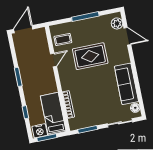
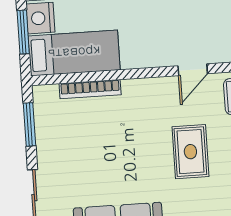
rug: (90, 56) -> (190, 152), width x0.73, depth x0.70
door: (54, 60) -> (193, 70), hinge flipped

